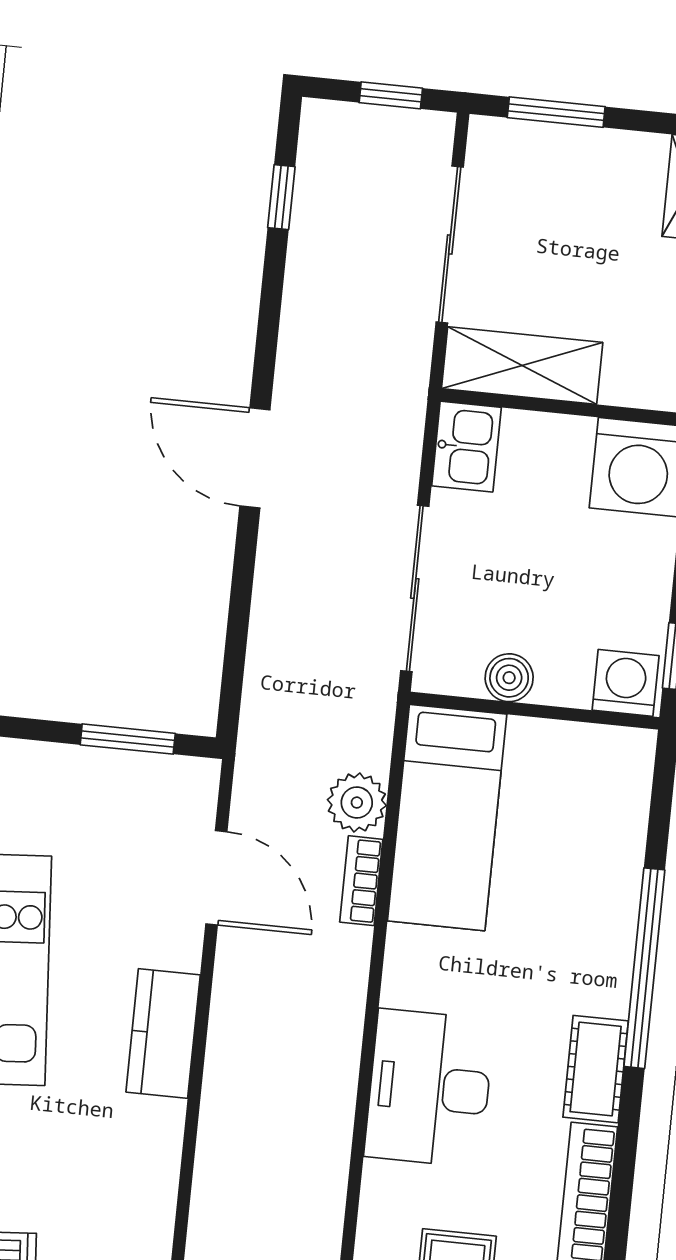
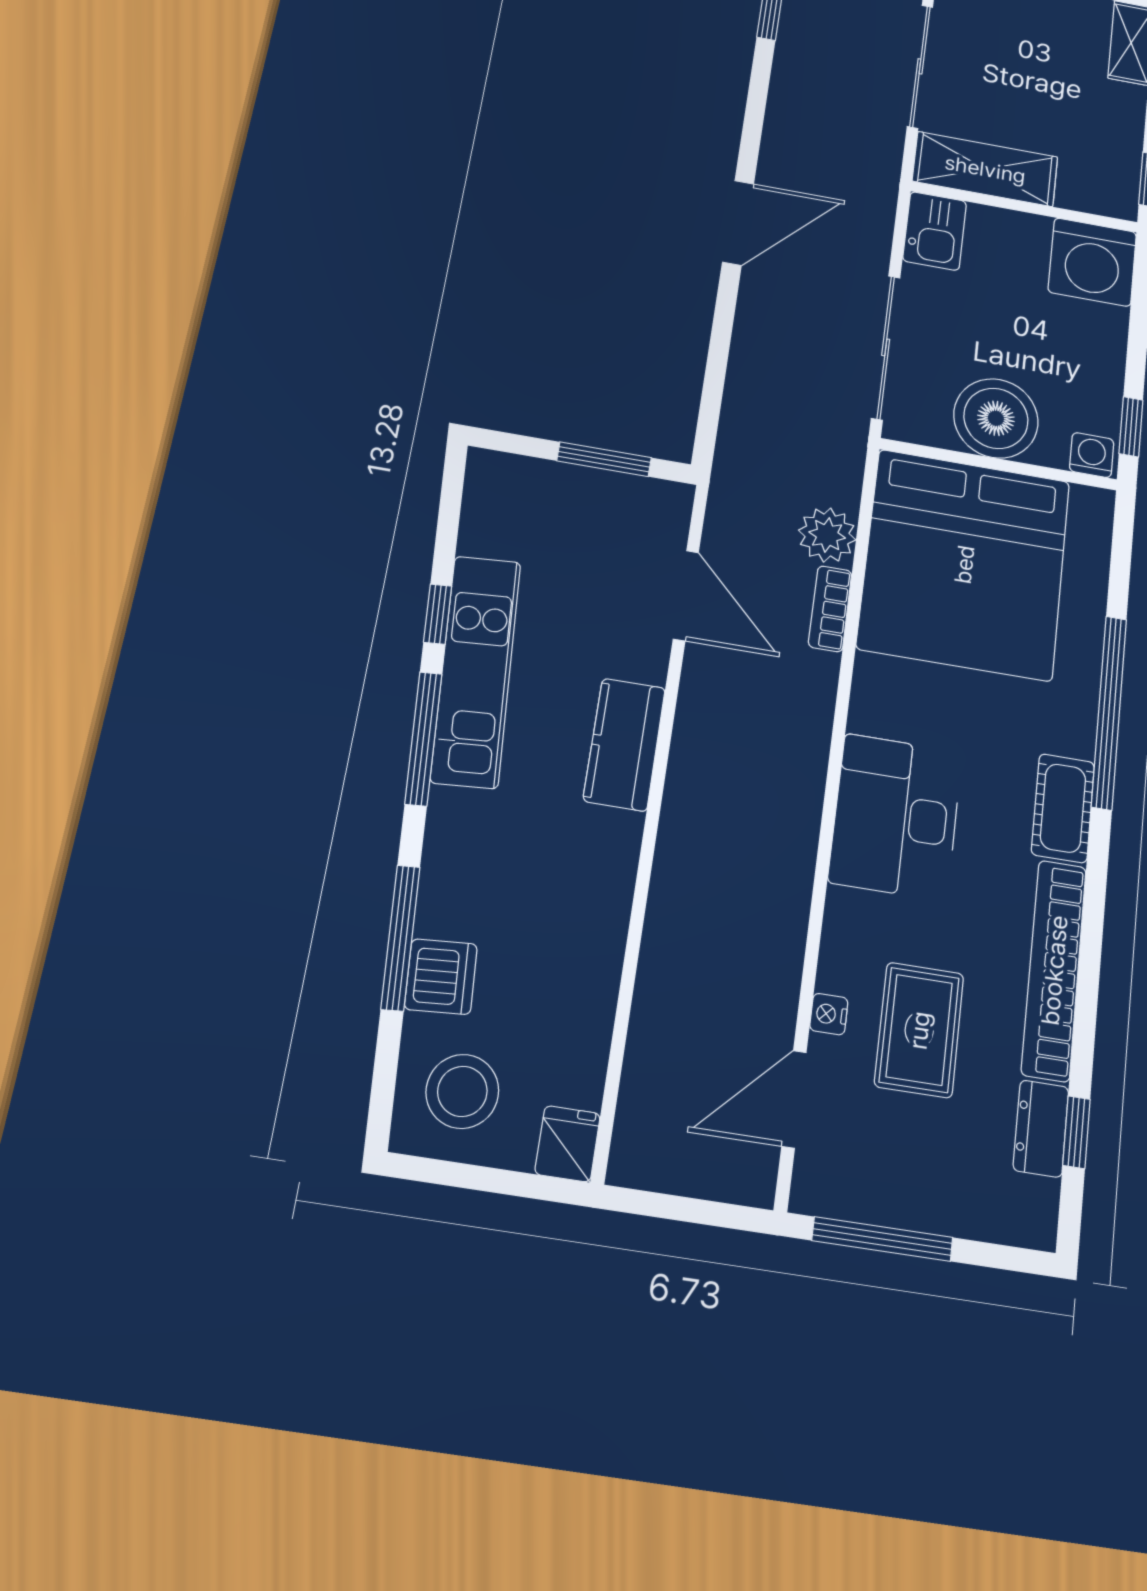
door: (255, 458) -> (738, 223), swing flipped
boiler: (509, 678) -> (996, 418), width x1.86, depth x1.86
washing machine: (626, 683) -> (1092, 455), width x0.73, depth x0.73
bed: (447, 818) -> (964, 564), width x2.04

